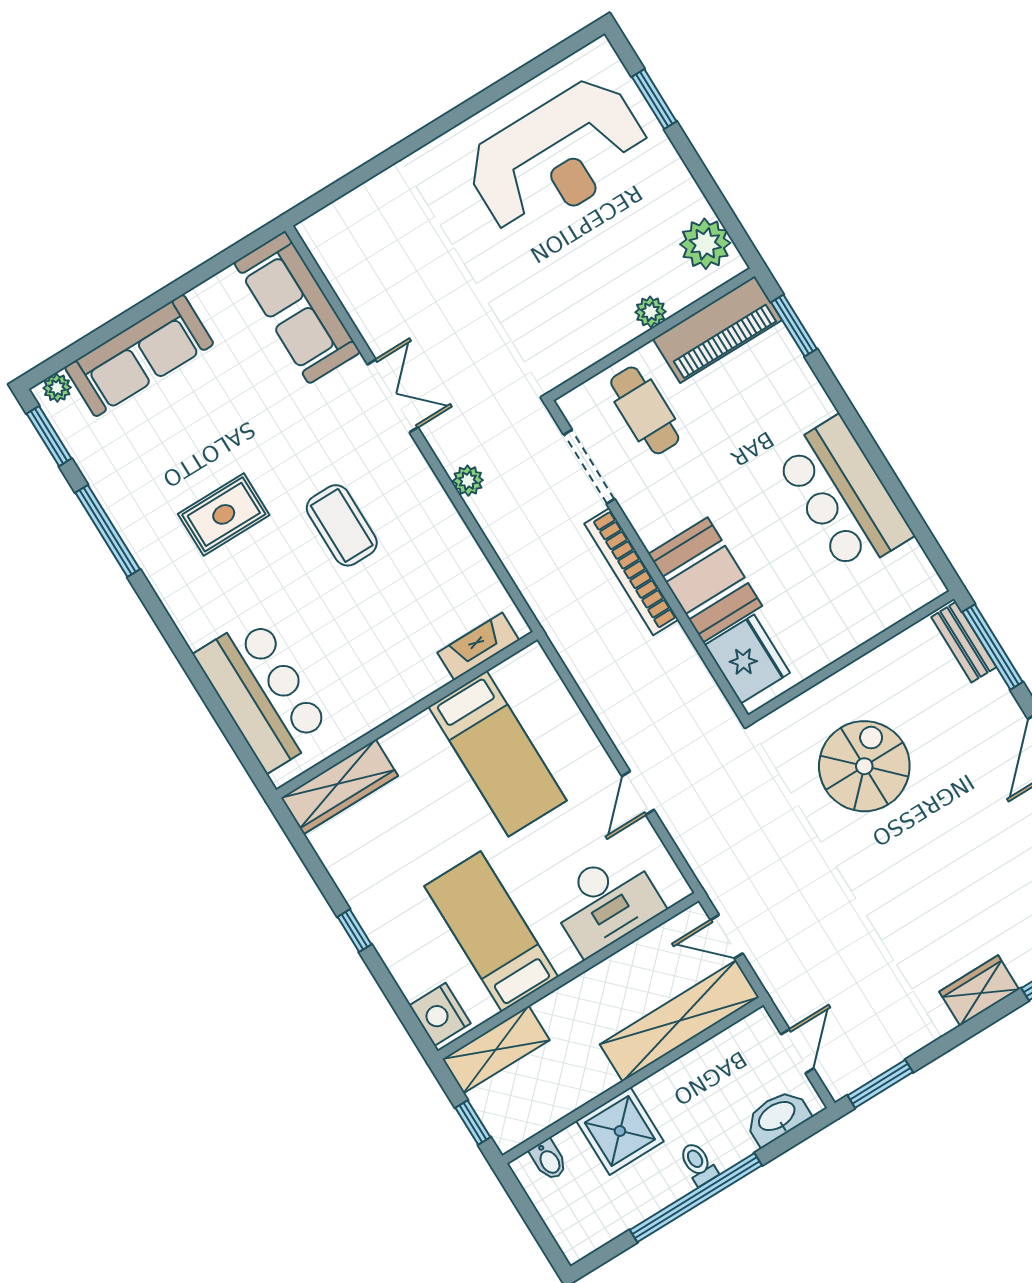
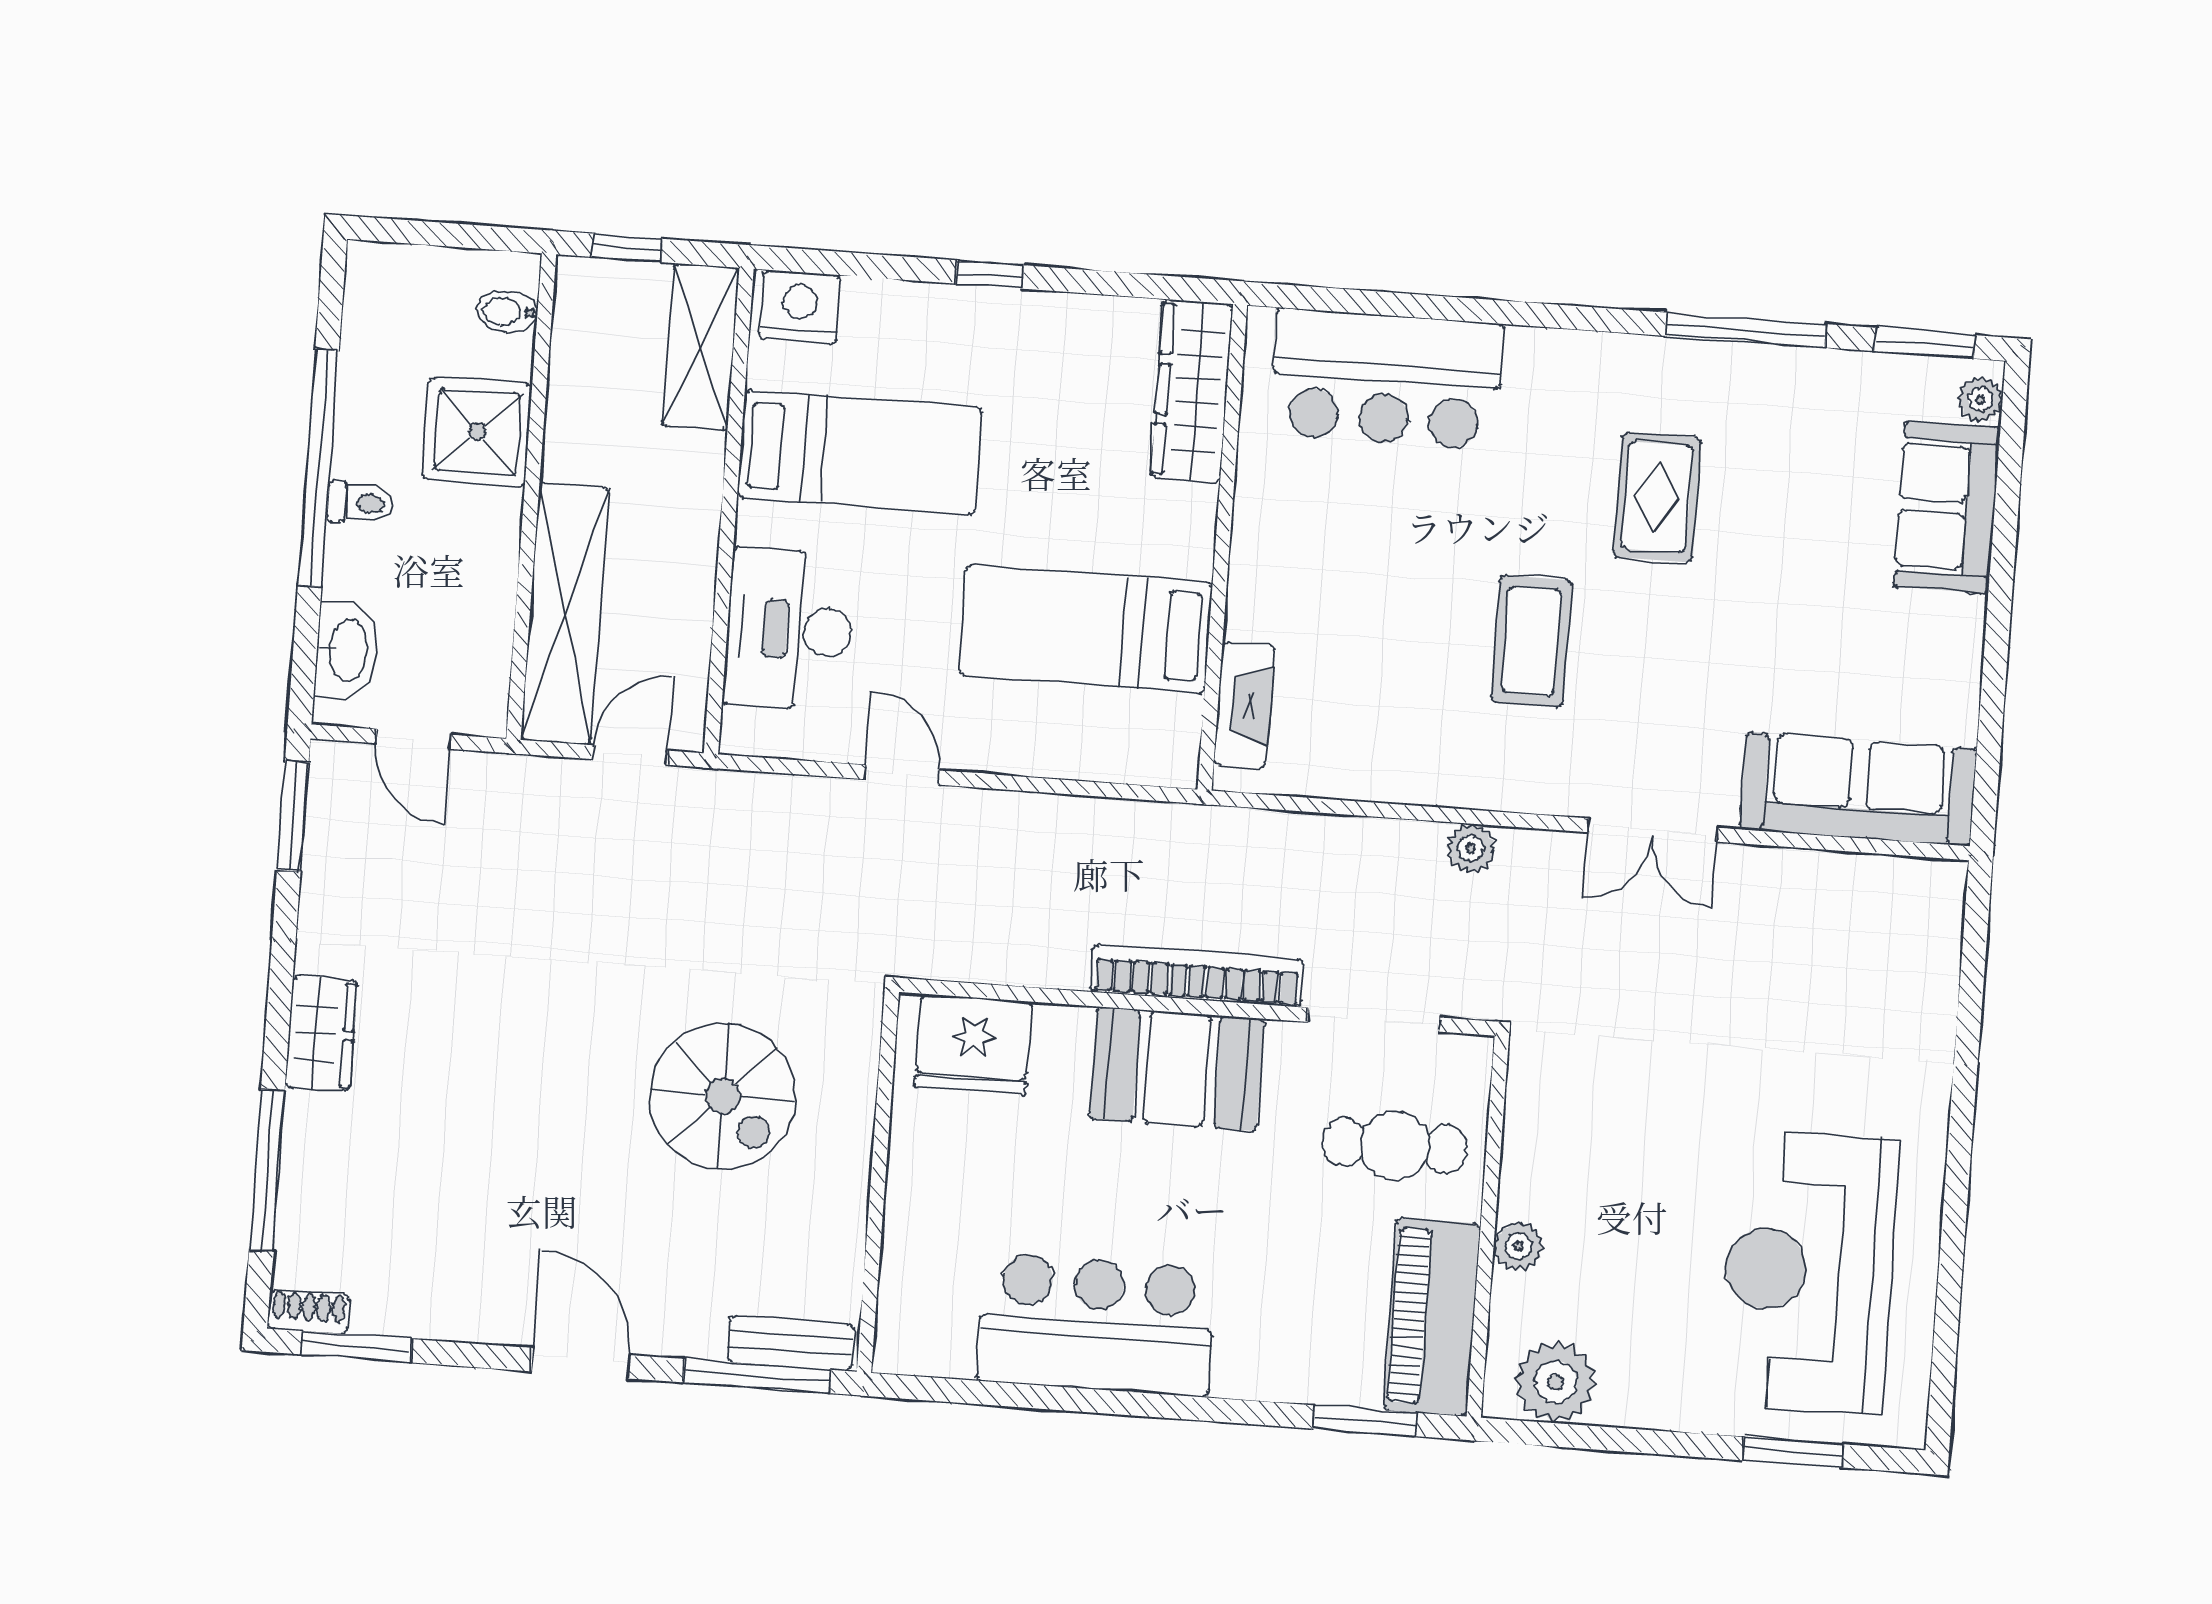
sofa: (139, 356) -> (1947, 507), width x0.73
coffee table: (342, 525) -> (1531, 641), turned 90
booth: (705, 580) -> (1177, 1069), moved

